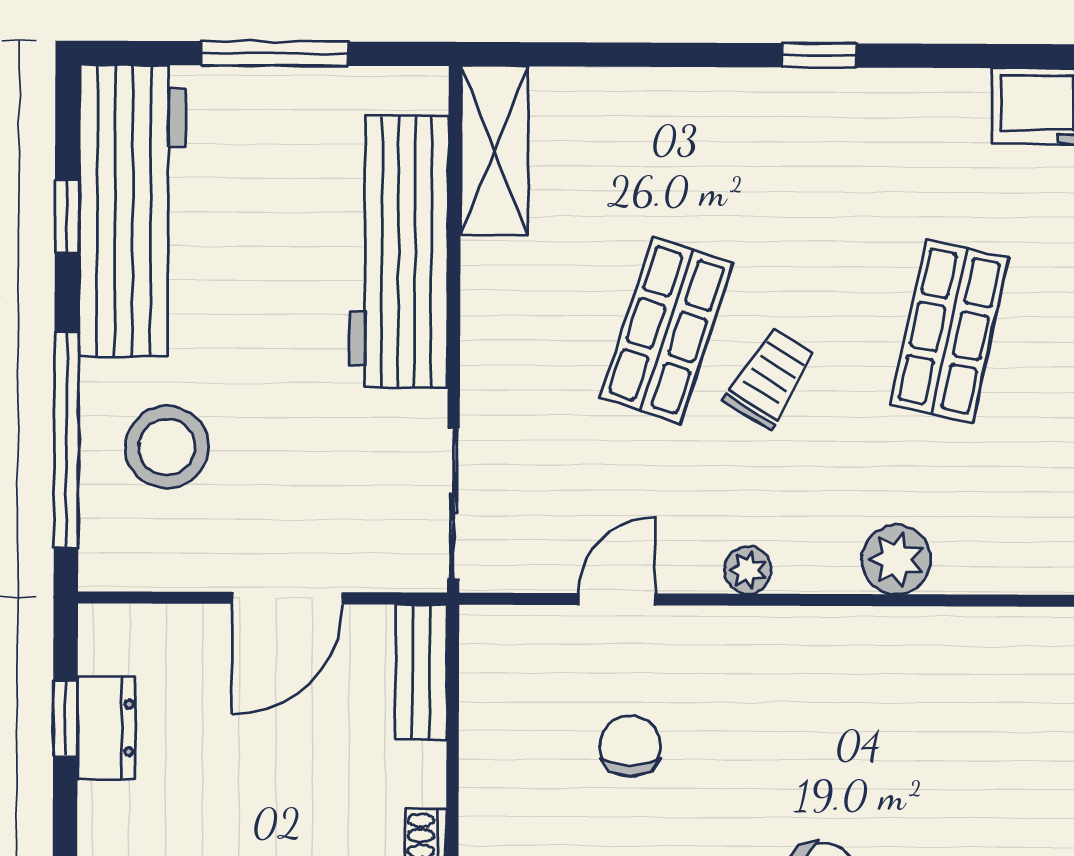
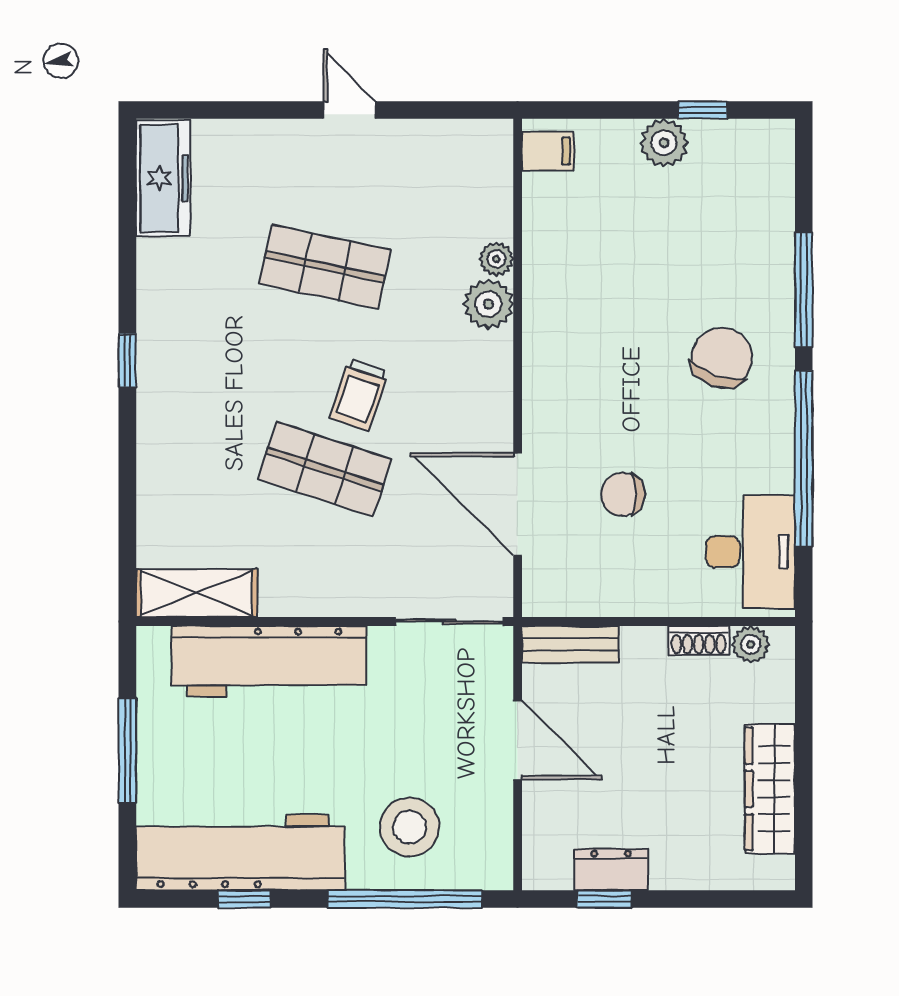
trolley: (770, 378) -> (359, 395), turned -103
plant: (748, 570) -> (496, 259), moved
door: (617, 599) -> (518, 504), width x1.87

